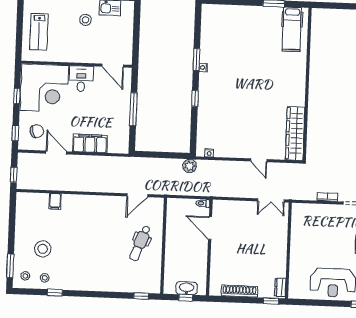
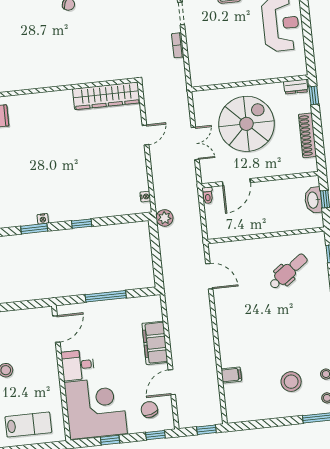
double door: (271, 200) -> (195, 143), moved
dental chair: (140, 243) -> (288, 271), moved, turned -57
spiral stairs: (256, 243) -> (246, 124), added

